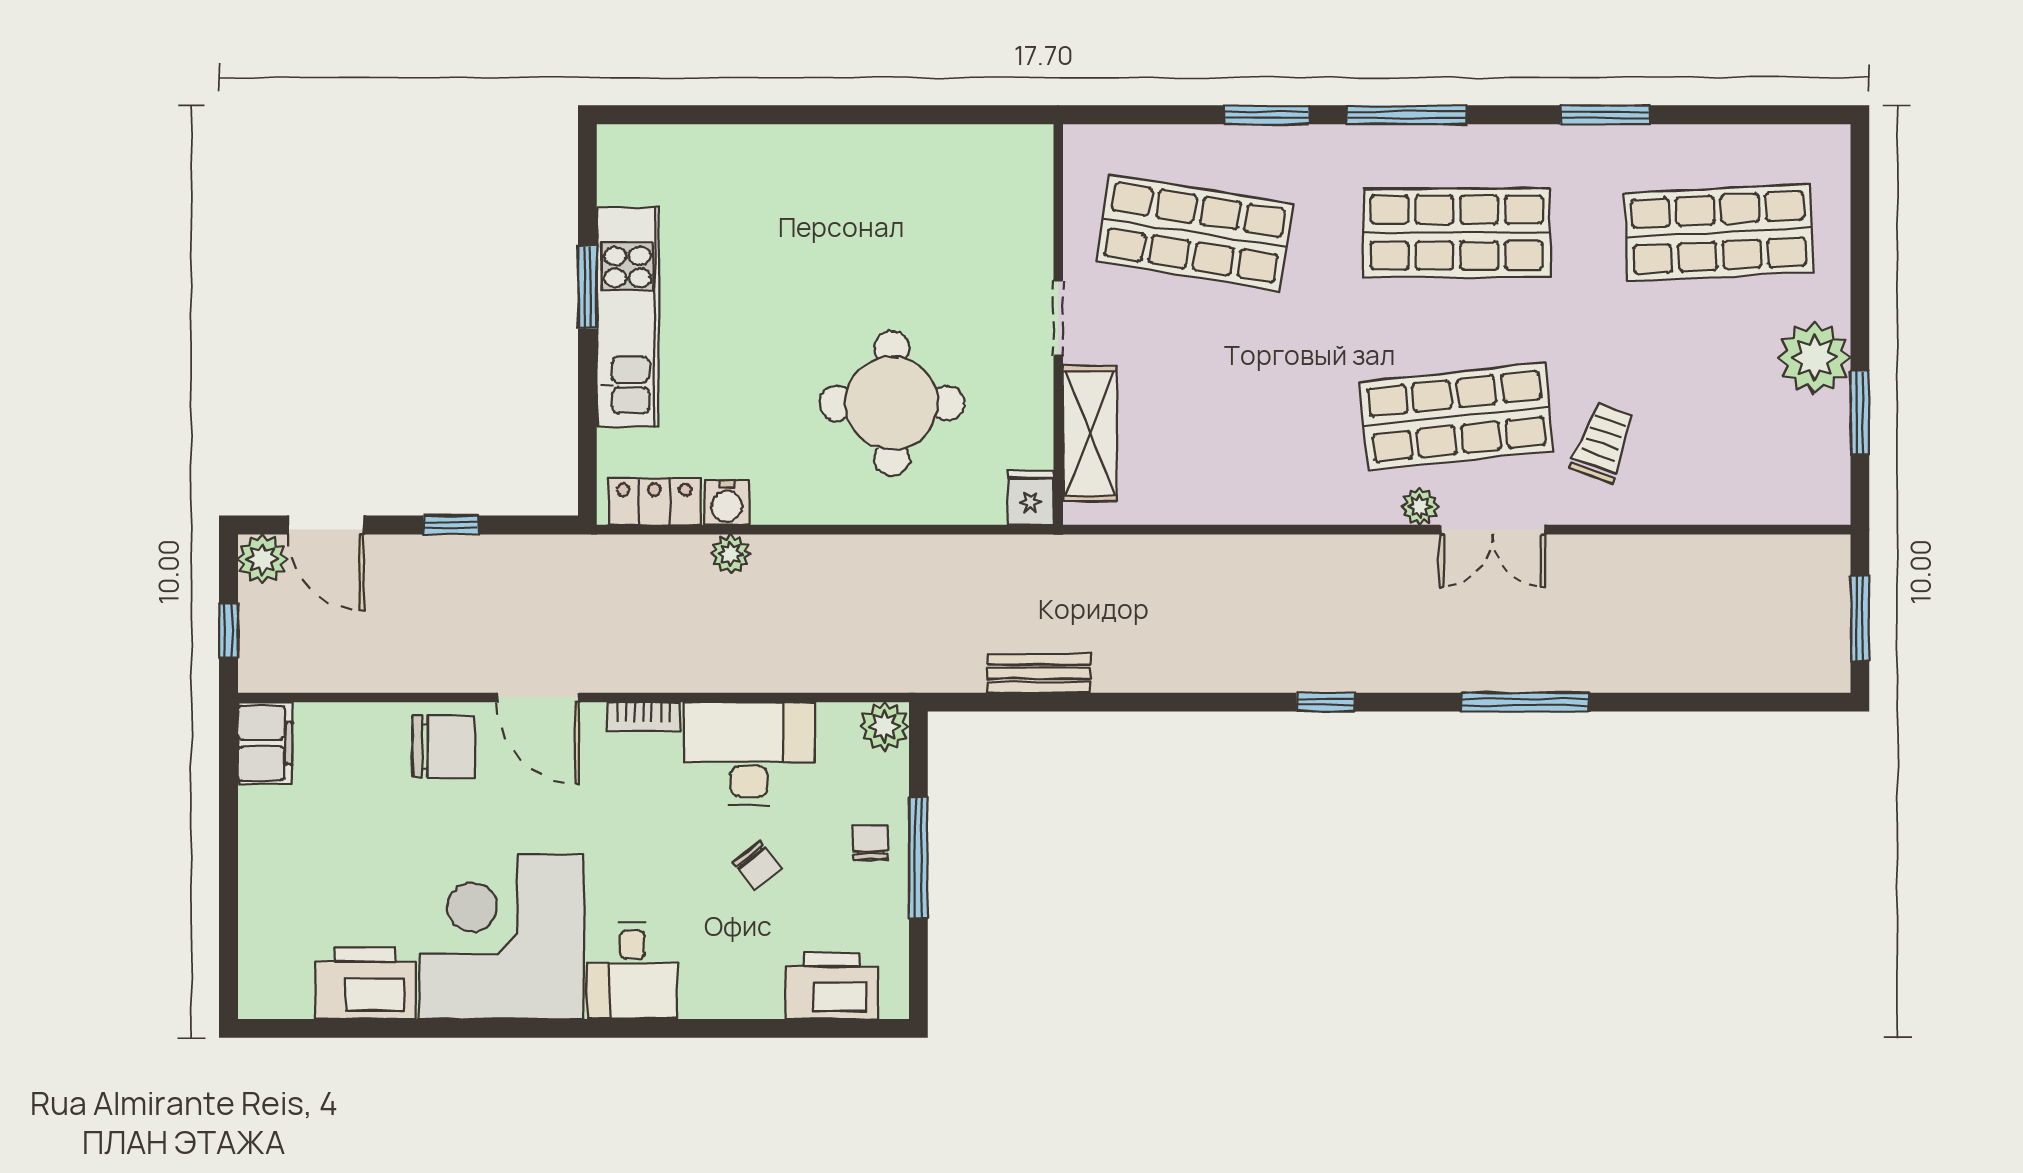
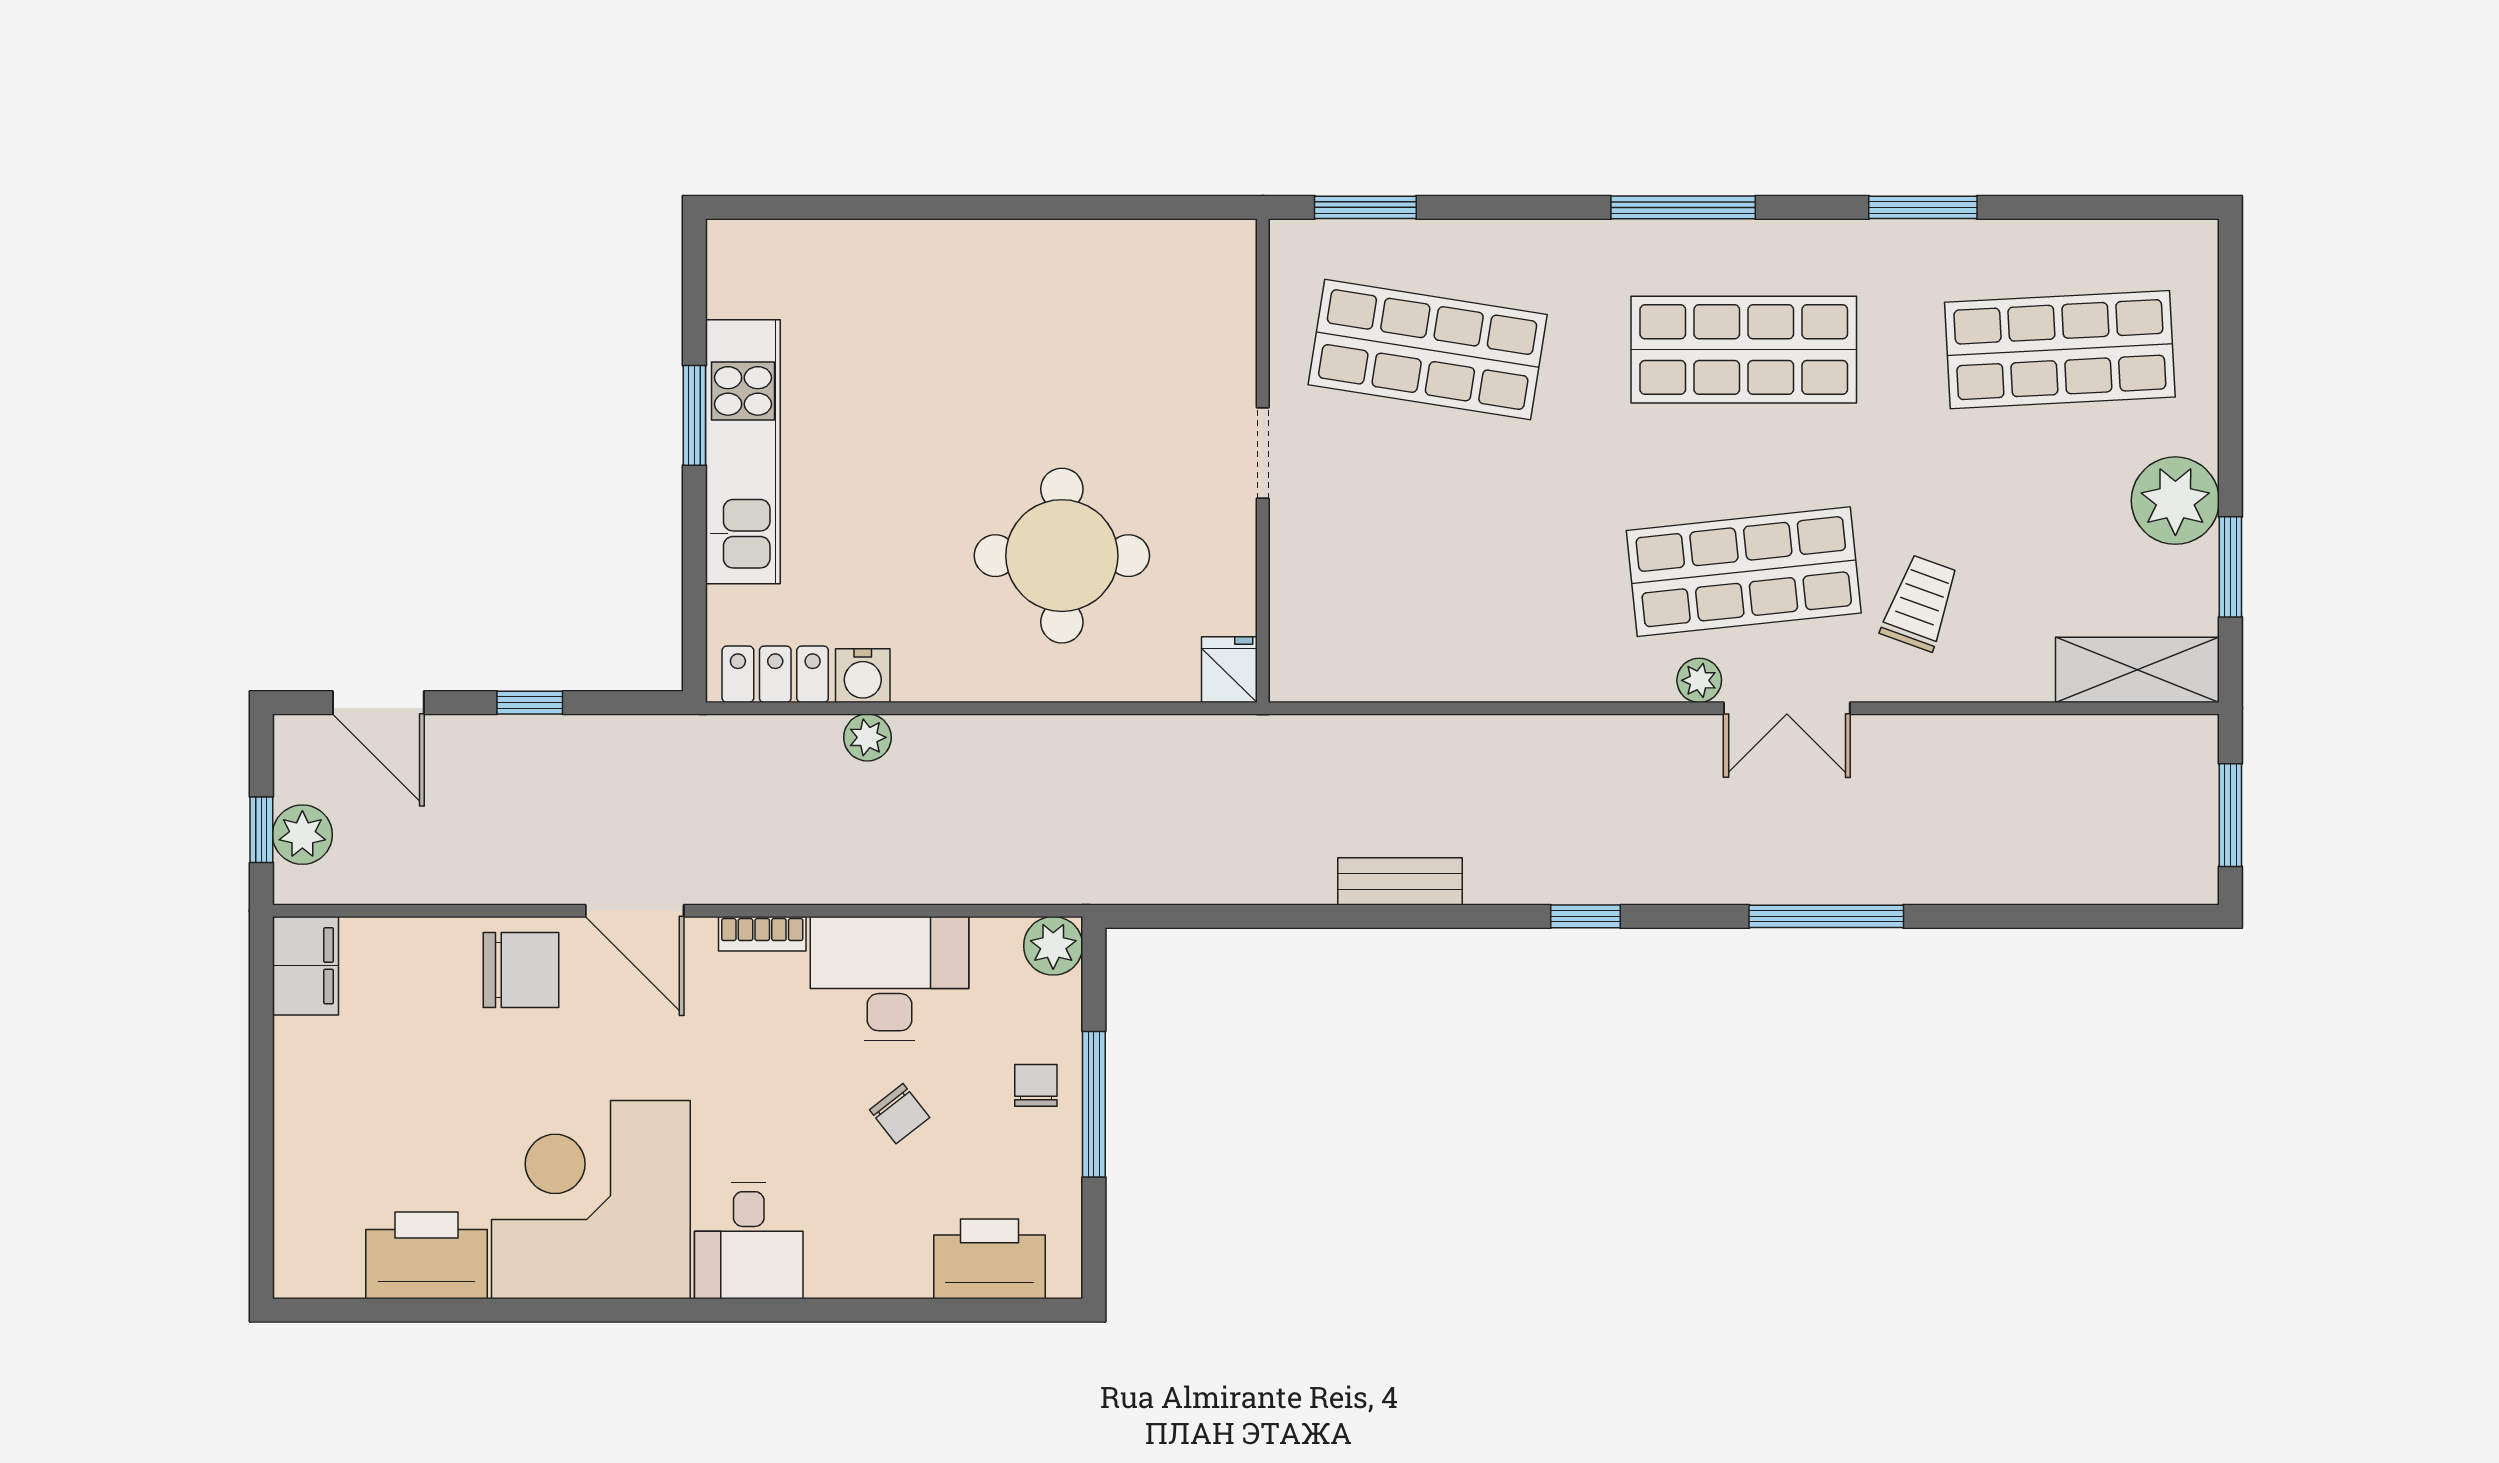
window: (1267, 115) -> (1365, 207), moved
shelving: (1090, 433) -> (2137, 670), moved, turned 90
plant: (263, 559) -> (302, 835), moved
bench: (1039, 673) -> (1400, 881), moved

